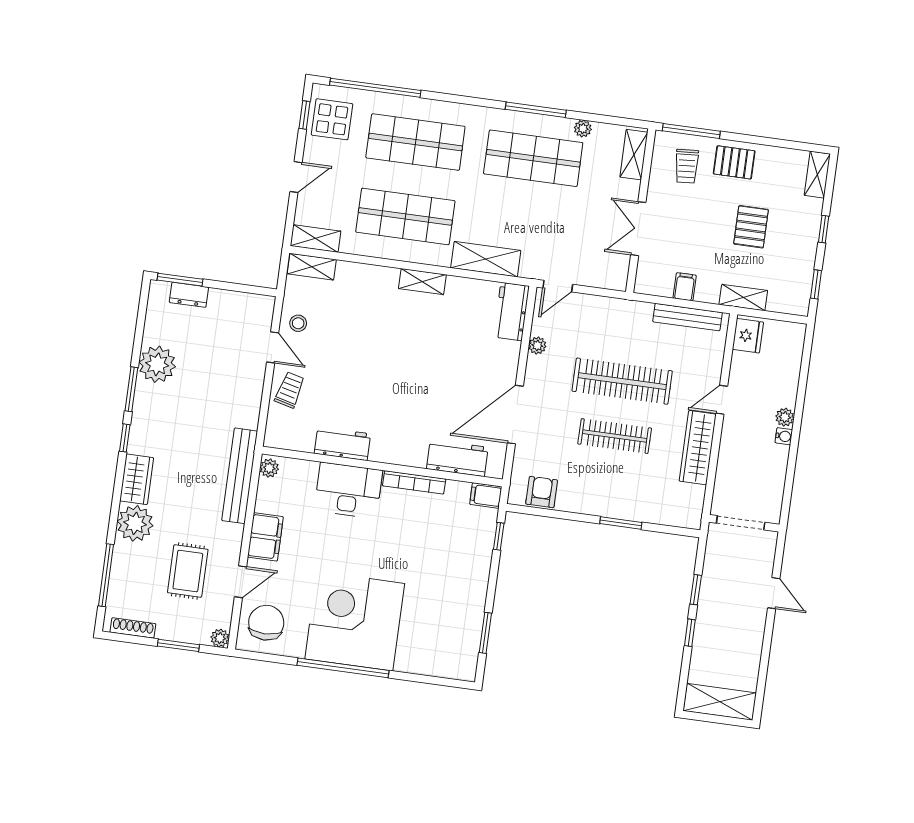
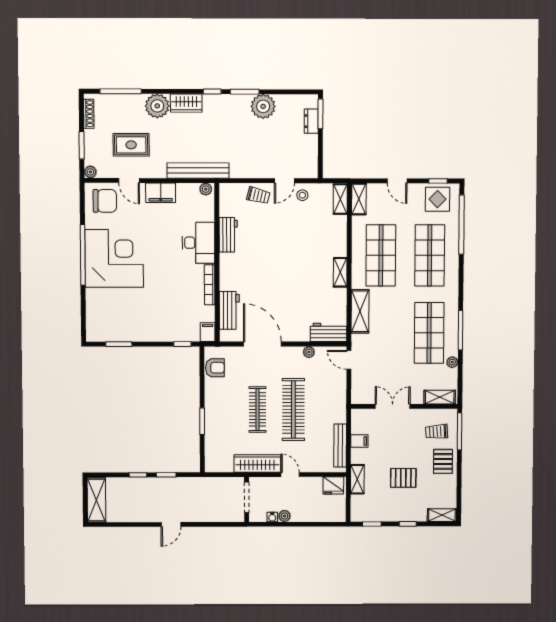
doorway: (741, 523) -> (247, 497), moved
wall: (744, 523) -> (247, 499), moved

